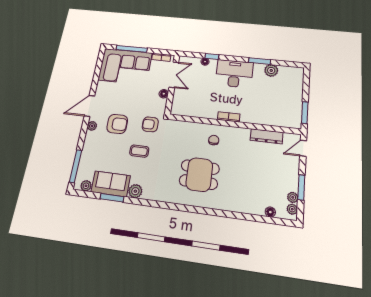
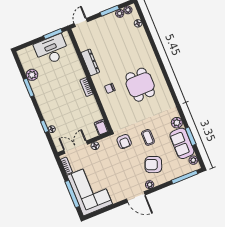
desk: (234, 74) -> (52, 50), moved, turned 90
filing cabinet: (179, 110) -> (101, 127), added
armchair: (117, 124) -> (153, 165), moved, turned -68
dresser: (266, 136) -> (90, 62), moved
door: (303, 148) -> (81, 23), swing flipped

